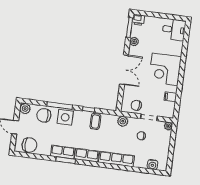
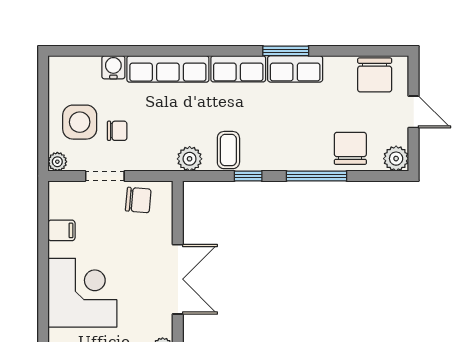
double door: (124, 70) -> (178, 279), swing flipped
chair: (44, 115) -> (350, 148), turned -90
side table: (65, 117) -> (80, 122), moved
plant: (123, 121) -> (190, 159), moved
chair: (29, 145) -> (375, 75), turned -90
water cooler: (152, 165) -> (113, 67), moved

